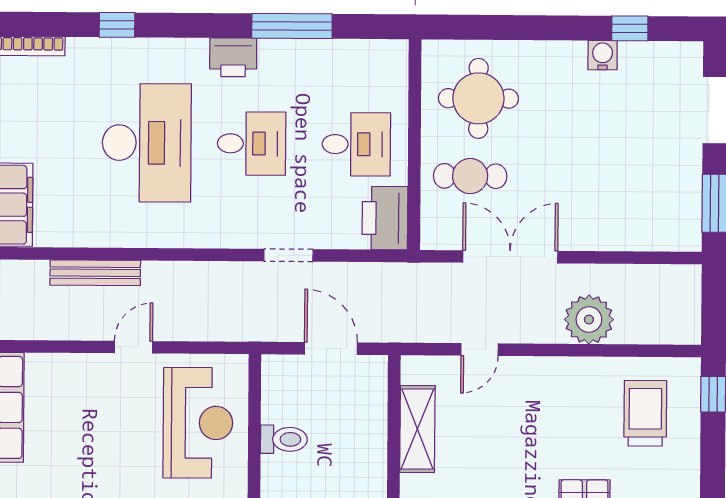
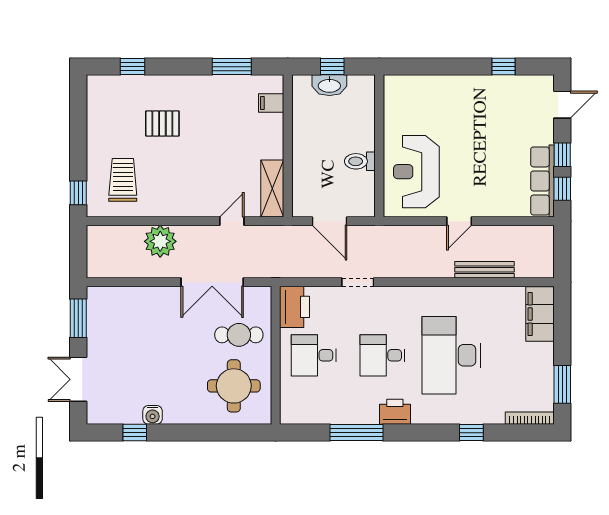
trolley: (645, 413) -> (123, 180), turned 180
shelving: (417, 429) -> (272, 189), moved

